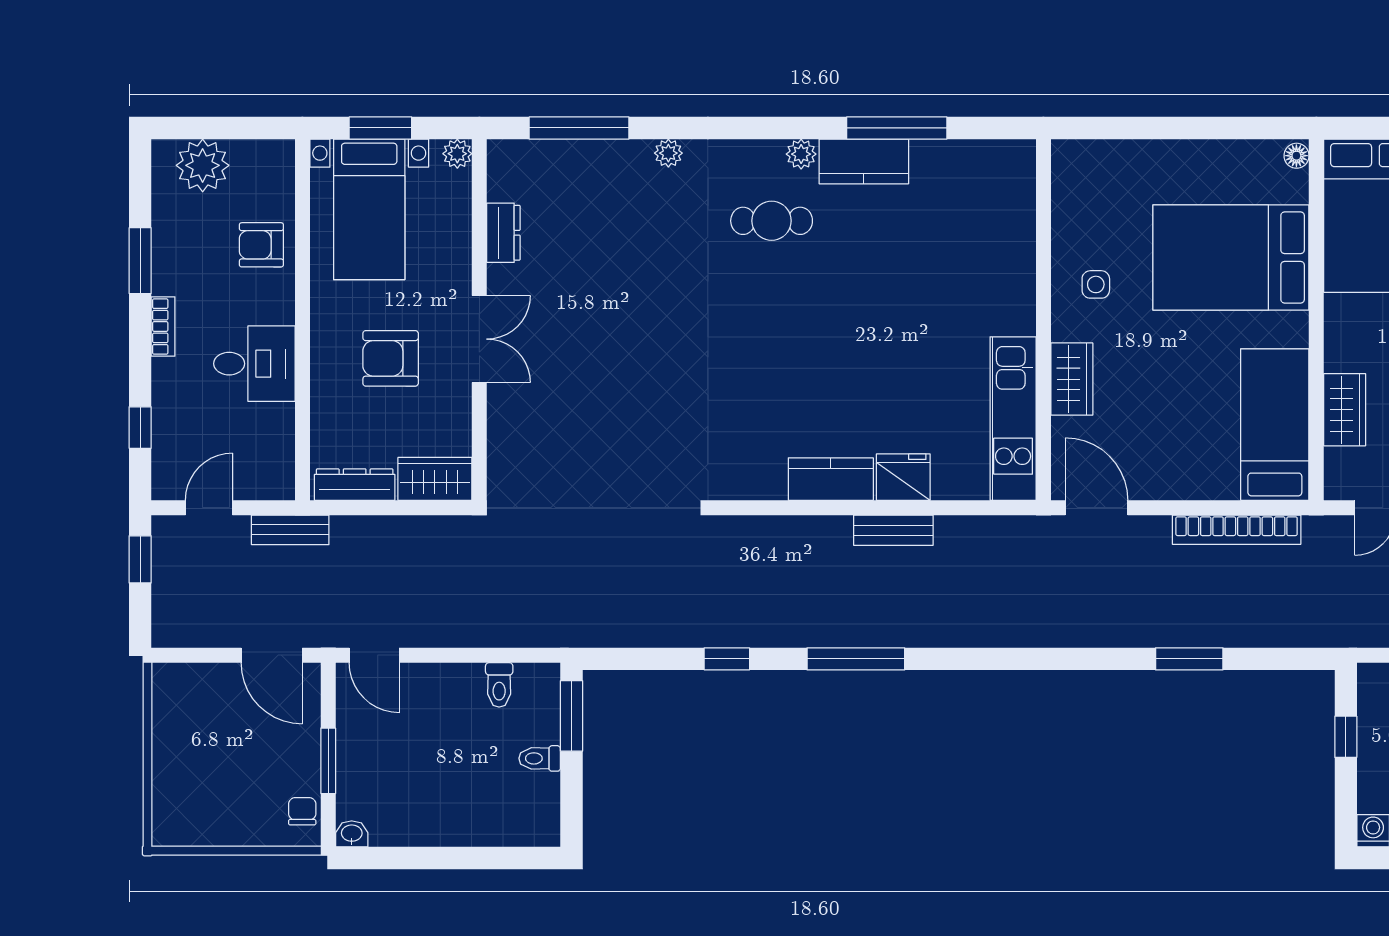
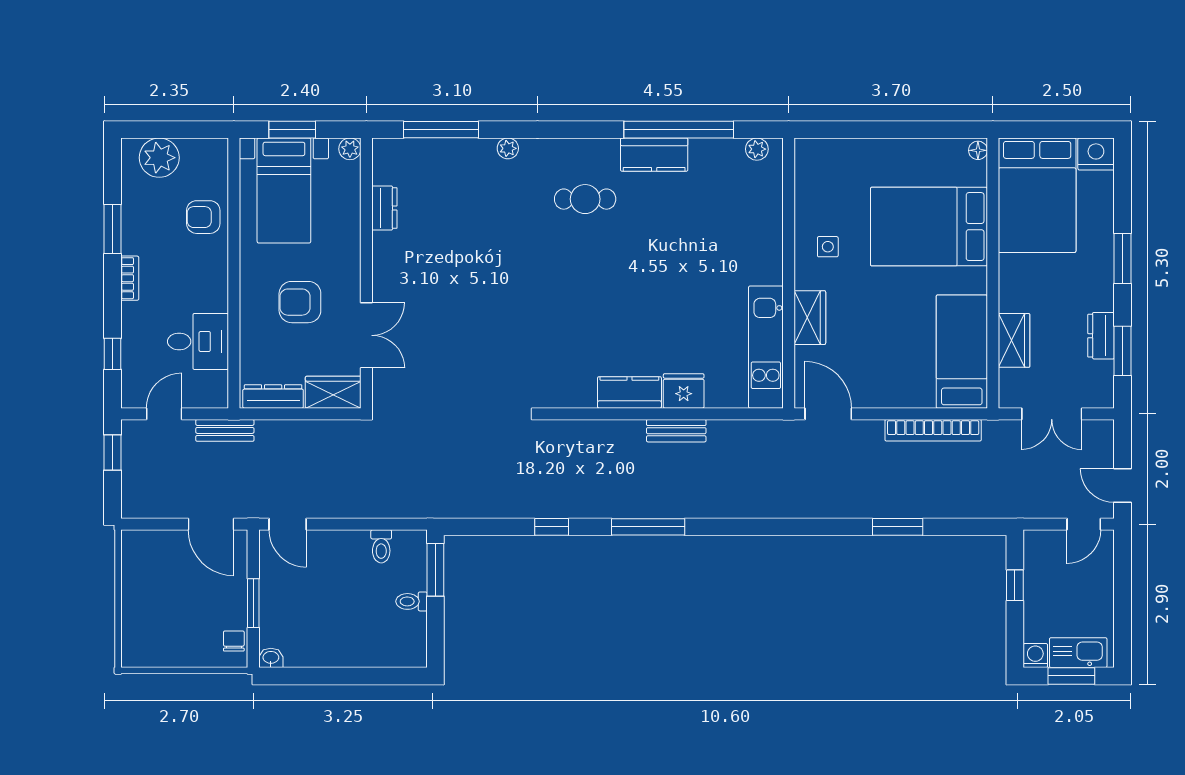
window: (897, 128) -> (679, 130), width x1.46
plant: (801, 154) -> (757, 149), moved
double door: (479, 339) -> (366, 335), moved
desk: (254, 364) -> (198, 341), moved

